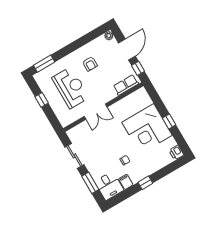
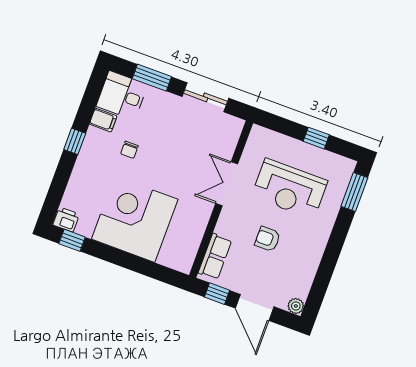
armchair: (90, 64) -> (267, 239), moved
window: (169, 121) -> (72, 240), moved

